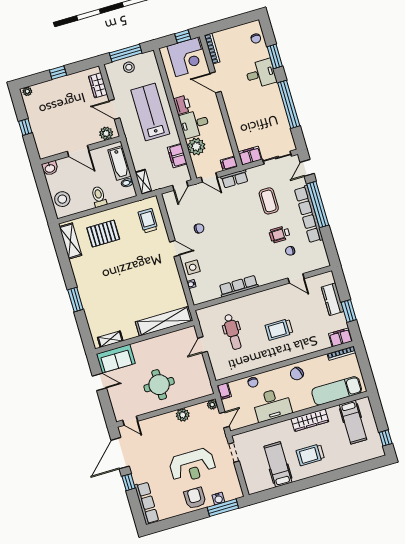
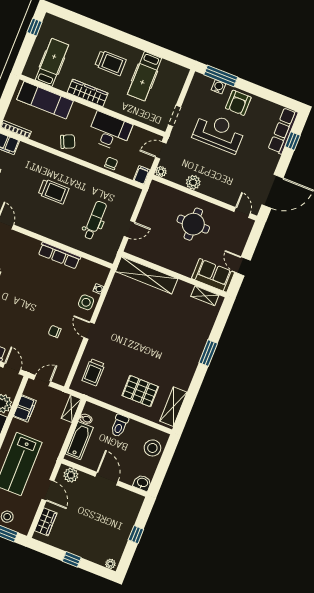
window: (129, 482) -> (293, 141), moved

